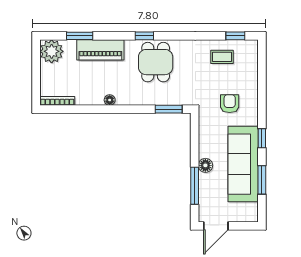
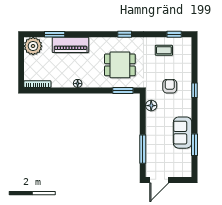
window: (144, 36) -> (125, 34), moved
dining table: (156, 62) -> (120, 65), moved, turned 90
window: (262, 138) -> (194, 90), moved
sofa: (243, 164) -> (183, 133), width x0.54, depth x0.79
floor lamp: (205, 165) -> (151, 106), moved

